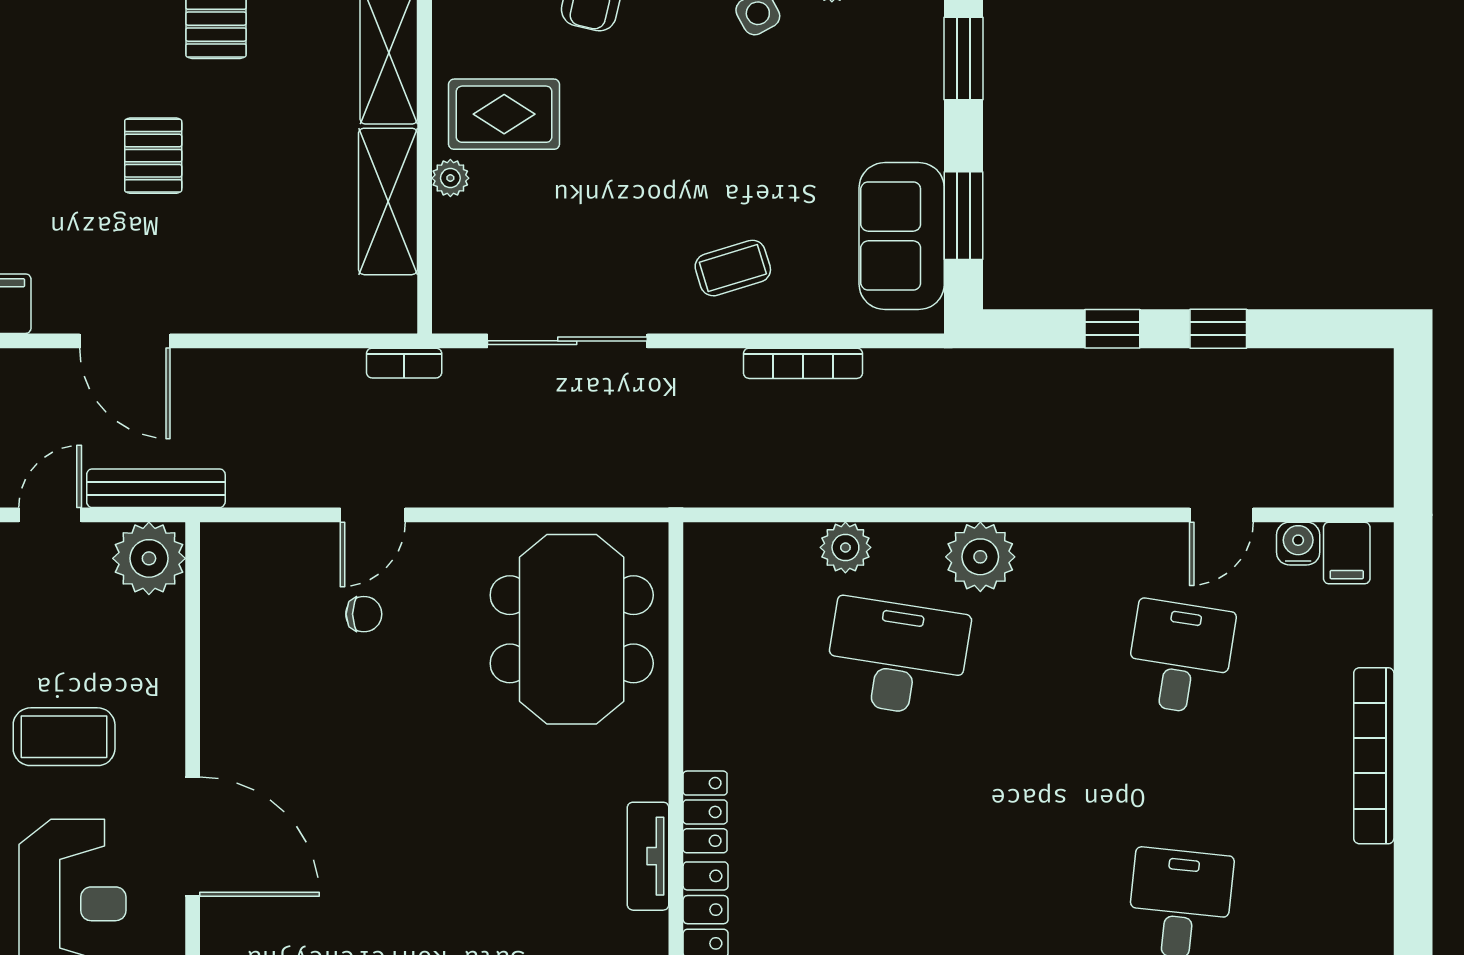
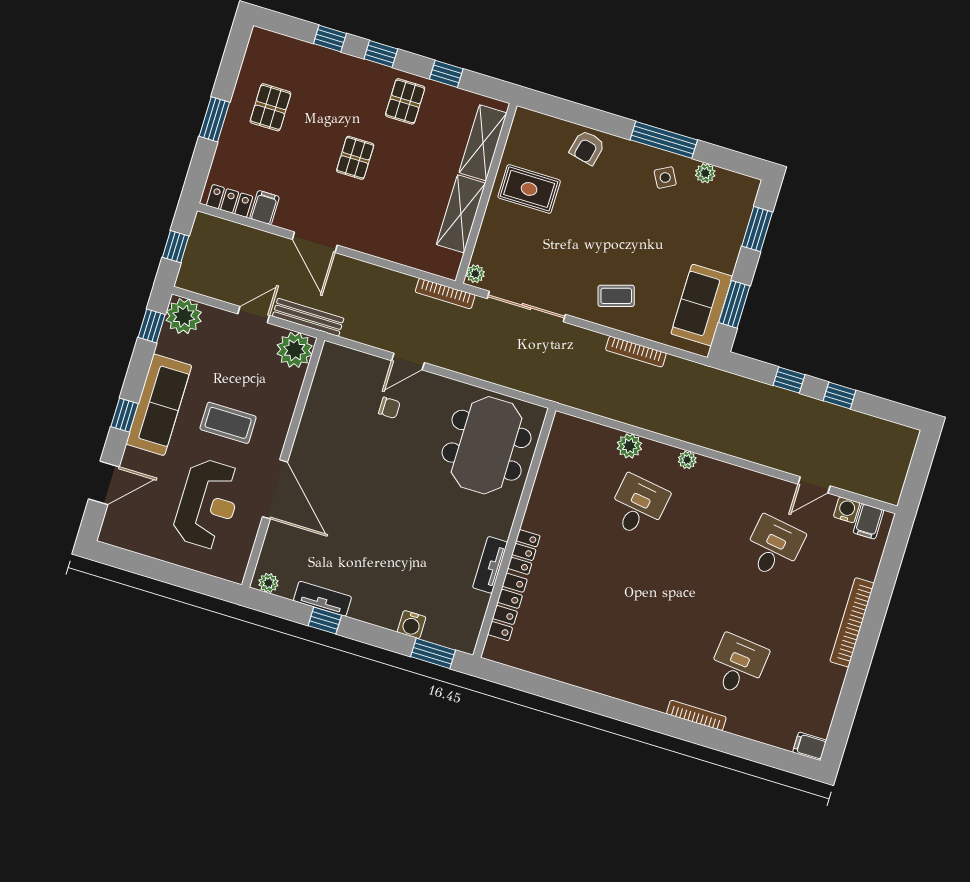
plant: (450, 178) -> (475, 274), moved
bookcase: (404, 363) -> (445, 293), width x1.56
plant: (980, 557) -> (687, 460), width x0.53, depth x0.53
desk: (897, 657) -> (638, 506), width x0.73

